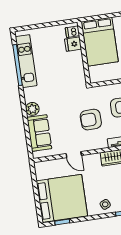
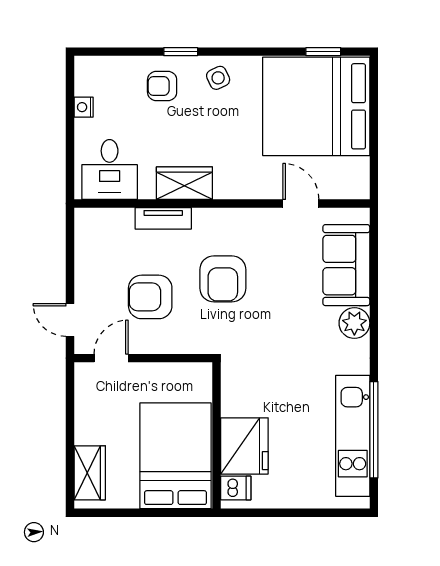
fridge: (73, 44) -> (244, 446), width x1.88, depth x1.34
armchair: (91, 120) -> (223, 279), turned 92
door: (74, 155) -> (301, 204), moved

